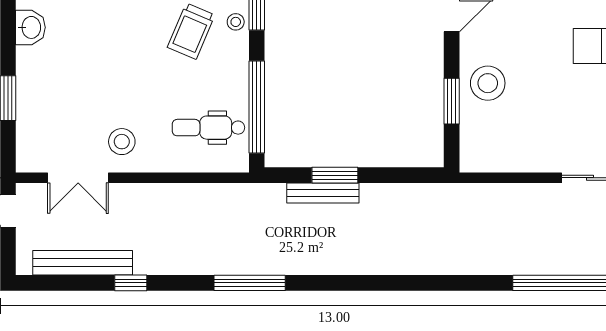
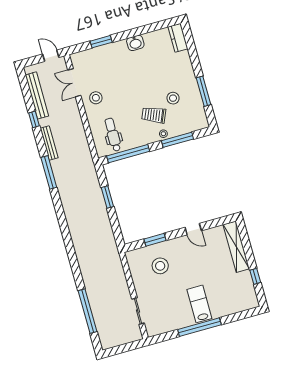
stool: (488, 83) -> (160, 266), moved
bench: (323, 193) -> (49, 143), moved

